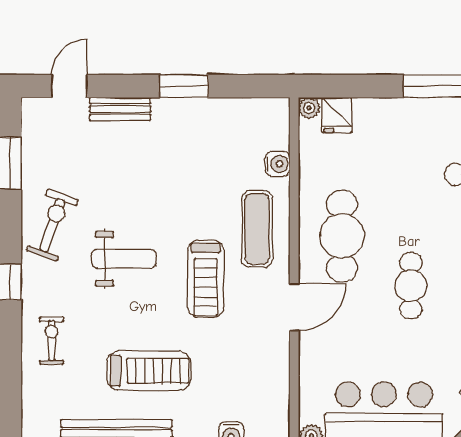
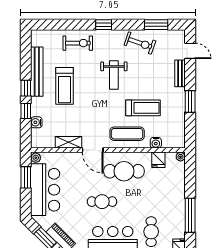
fridge: (337, 115) -> (158, 160), moved, turned -90
exercise bike: (52, 225) -> (140, 43), moved
treadmill: (206, 279) -> (143, 108), moved, turned 180
exercise bike: (52, 341) -> (78, 43), width x1.38, depth x1.39
shelving: (277, 362) -> (69, 142), added

